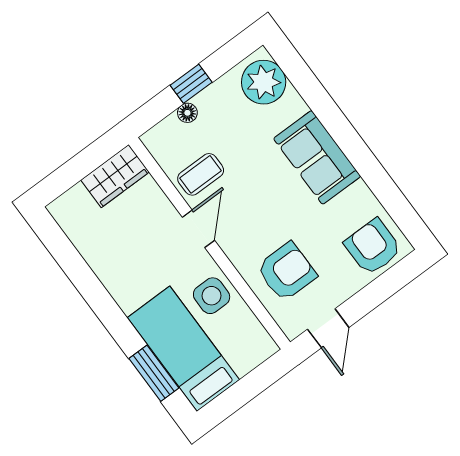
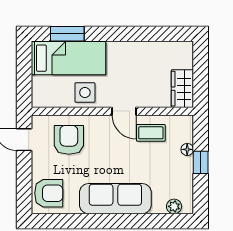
plant: (264, 82) -> (174, 206), width x0.53, depth x0.53
sofa: (317, 157) -> (115, 199), width x1.36
coffee table: (201, 174) -> (151, 133), turned 90
armchair: (287, 272) -> (69, 140), turned 180

